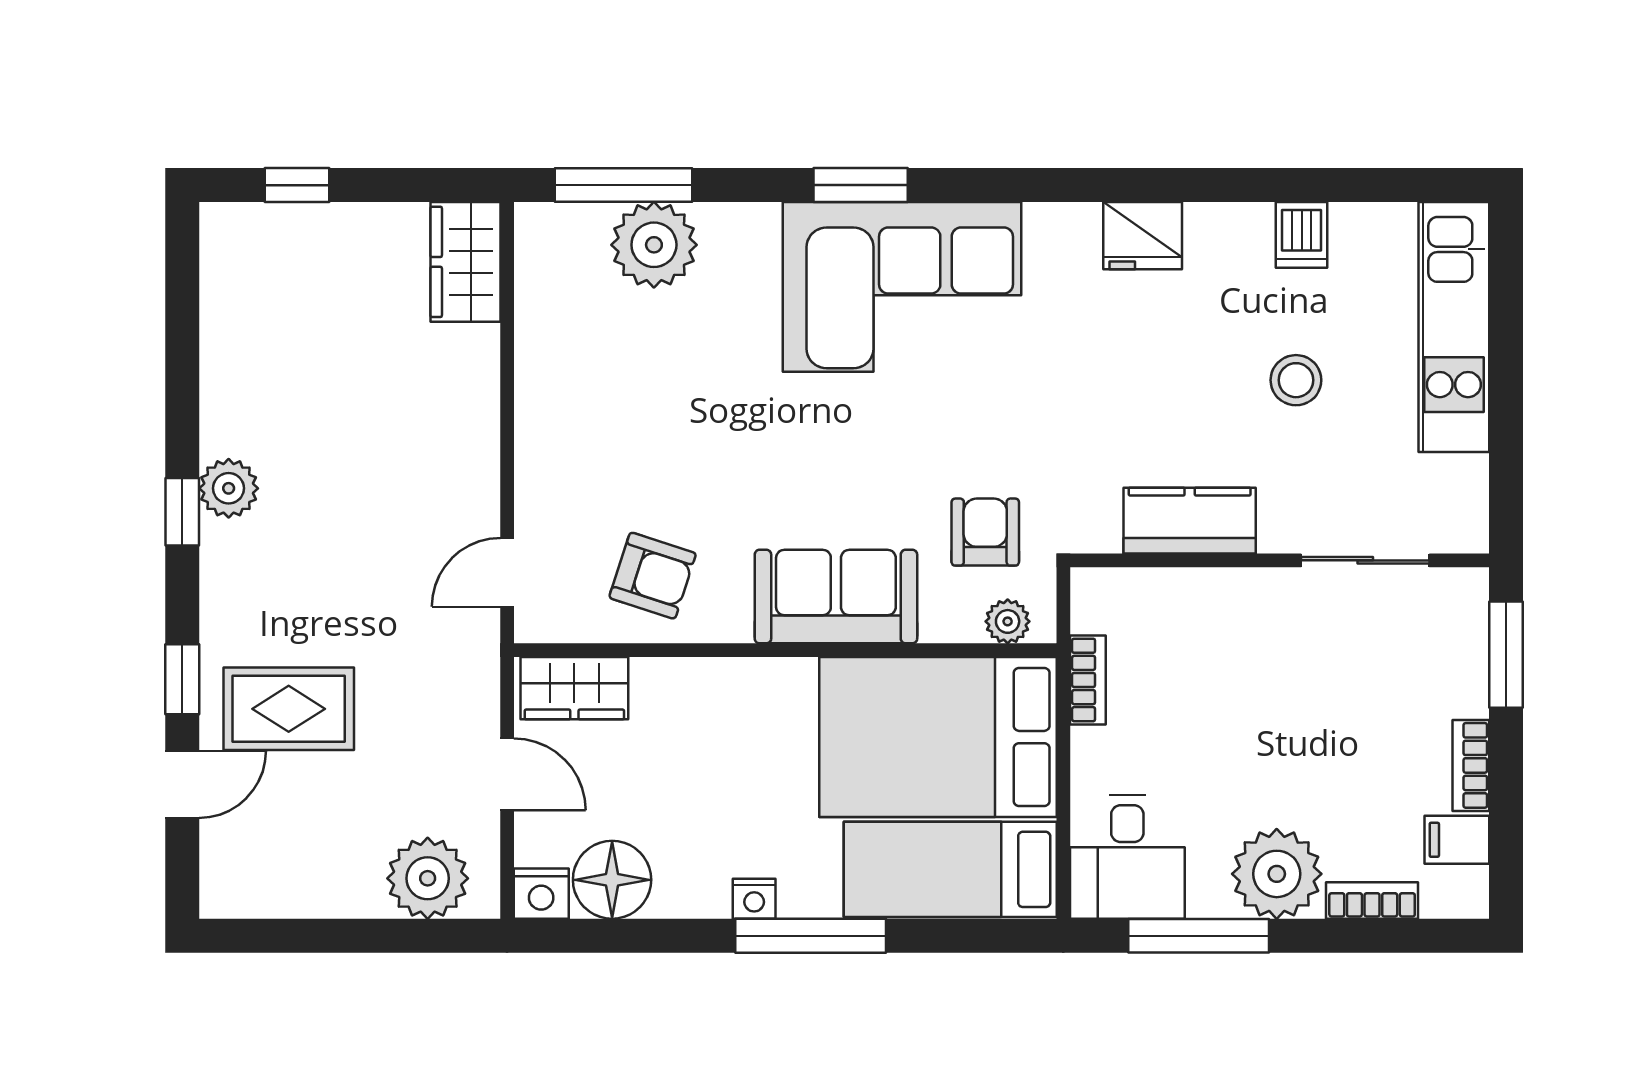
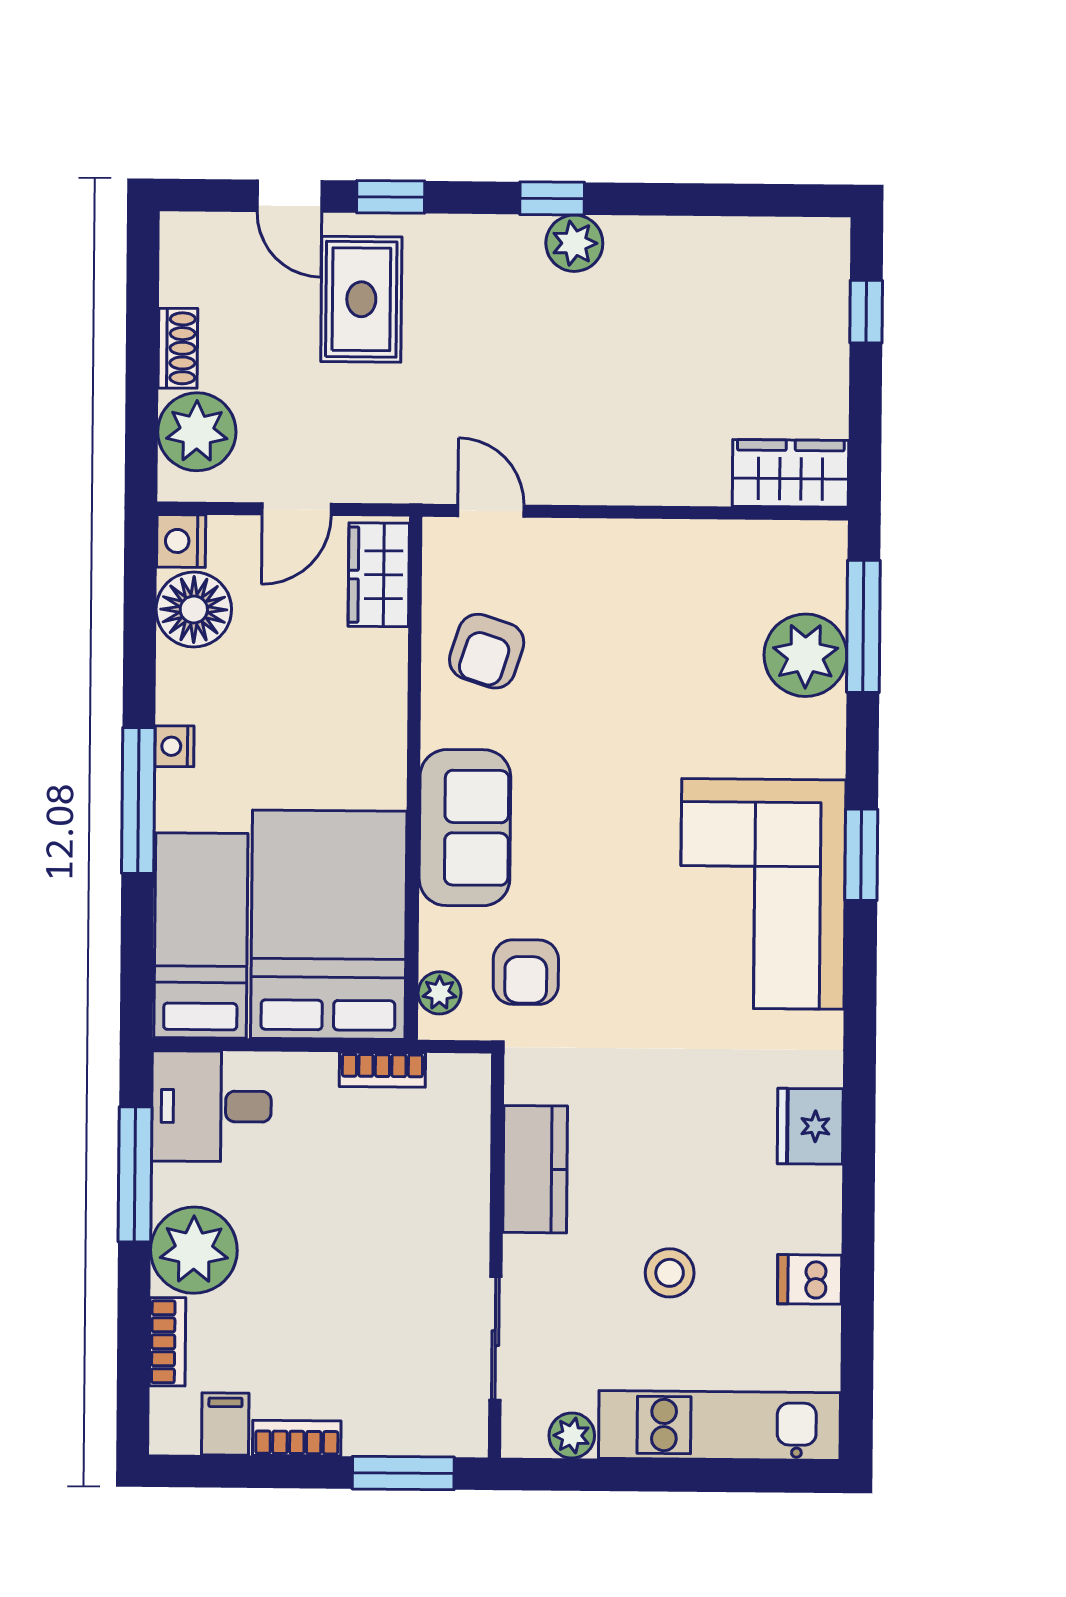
plant: (1466, 480) -> (572, 1436), added
armchair: (985, 532) -> (526, 972), turned 90
shoe rack: (341, 899) -> (178, 348), added

